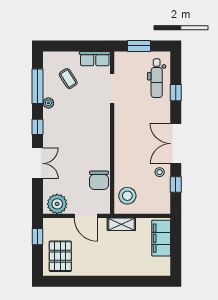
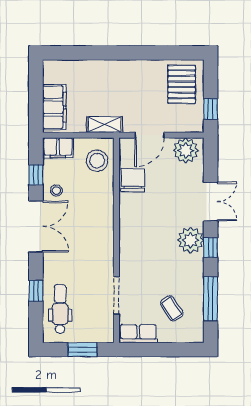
plant: (48, 103) -> (191, 240), moved, width x1.87, depth x1.87
double door: (37, 163) -> (211, 202), swing flipped
filing cabinet: (158, 206) -> (58, 148), added
door: (86, 216) -> (150, 135), swing flipped

